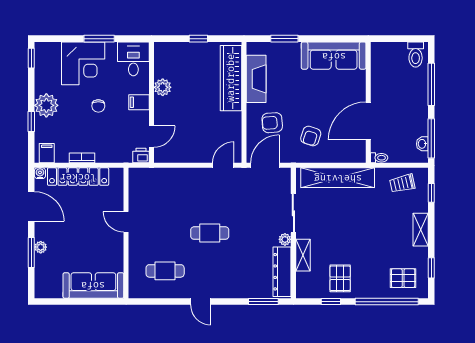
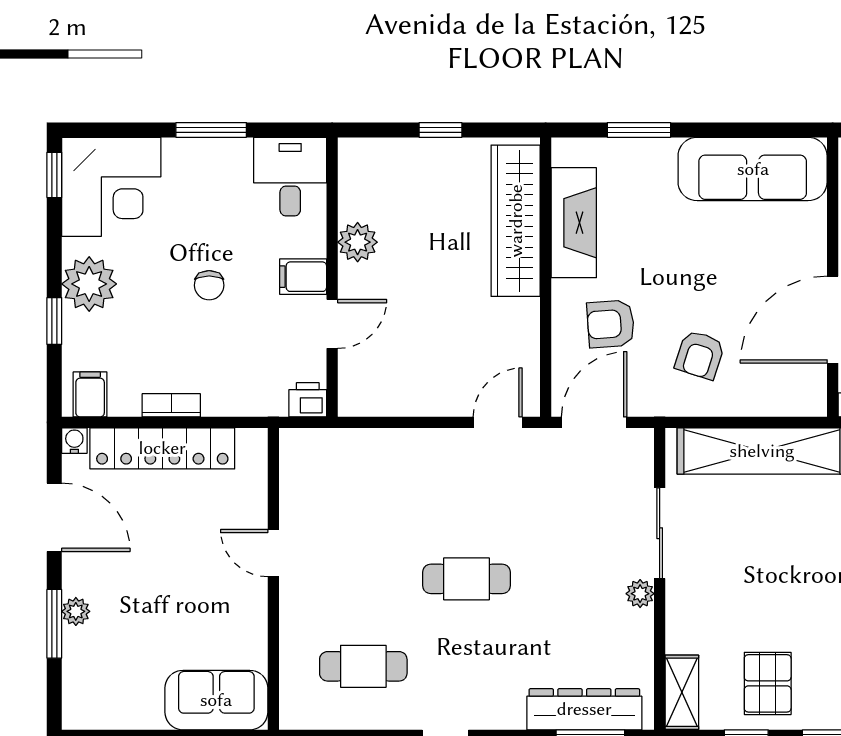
corner desk: (83, 63) -> (111, 187), moved
door: (152, 137) -> (332, 324), moved
shelving: (303, 255) -> (682, 692), moved
dresser: (282, 272) -> (584, 709), moved, turned 90
sofa: (93, 285) -> (216, 700), width x0.73

